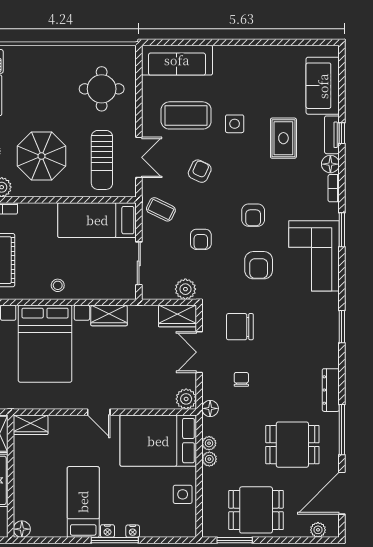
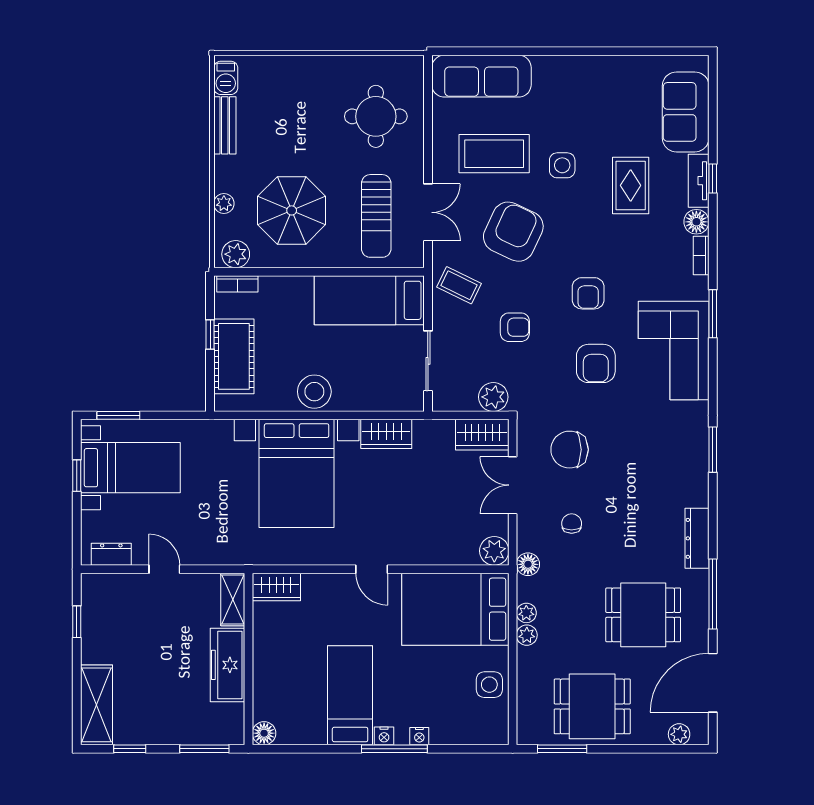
armchair: (200, 171) -> (513, 232), width x1.88, depth x1.88
armchair: (201, 239) -> (515, 327), turned -90
stool: (58, 285) -> (314, 392), width x1.89, depth x1.89

